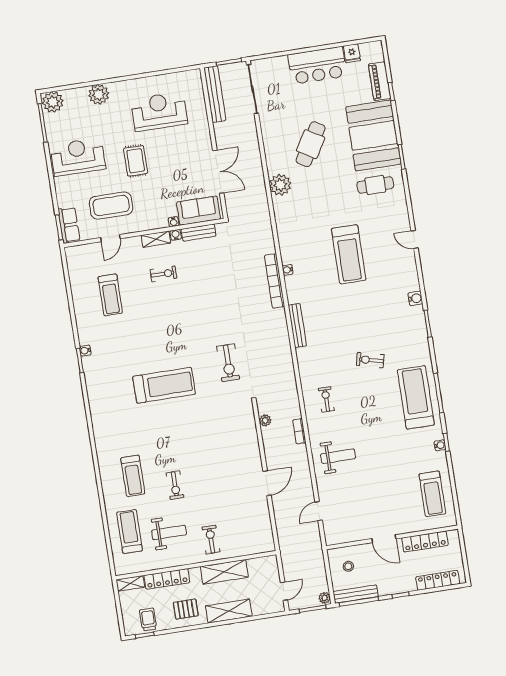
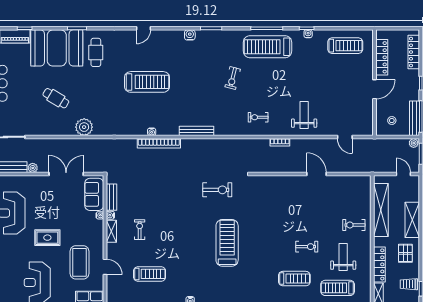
cafe table: (311, 144) -> (56, 98), width x0.73, depth x0.74
plant: (265, 420) -> (33, 168), moved
shelving: (224, 572) -> (381, 210), width x1.47

